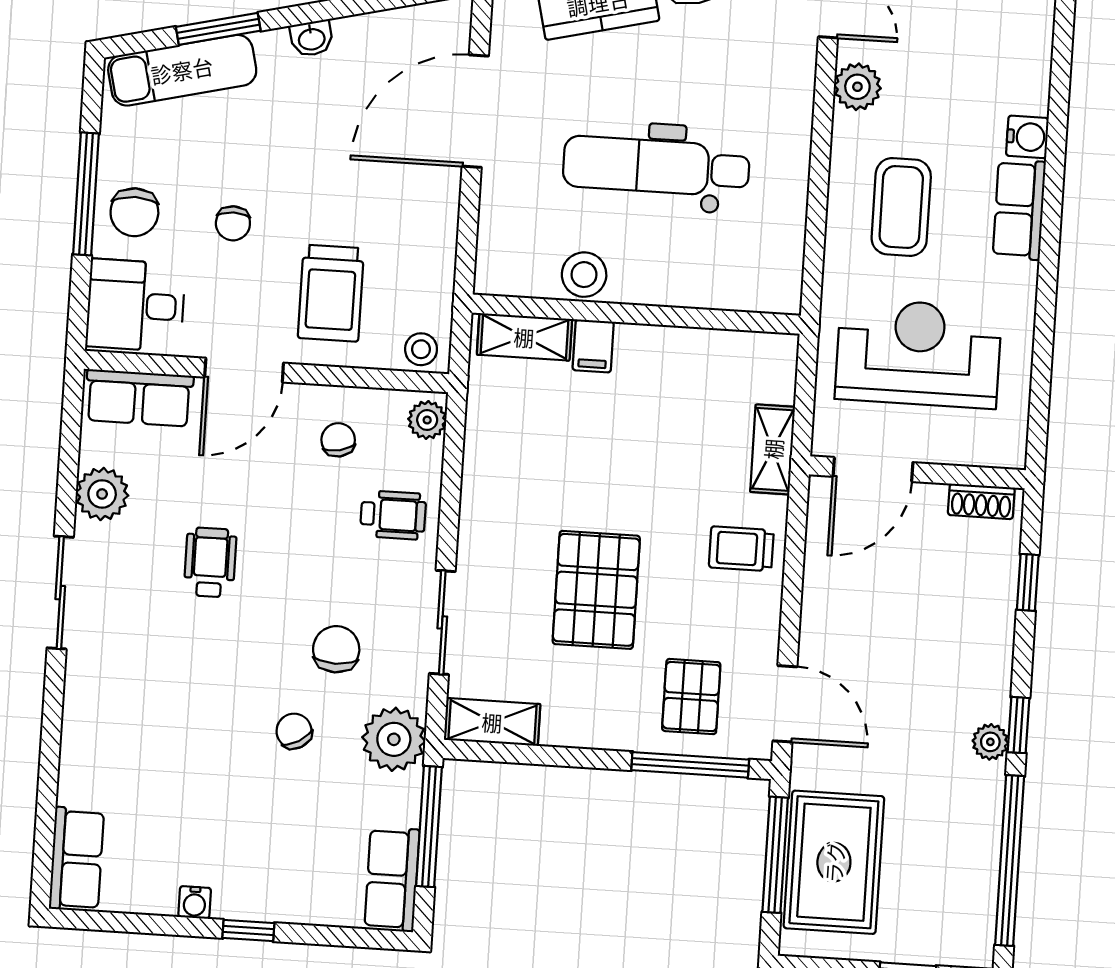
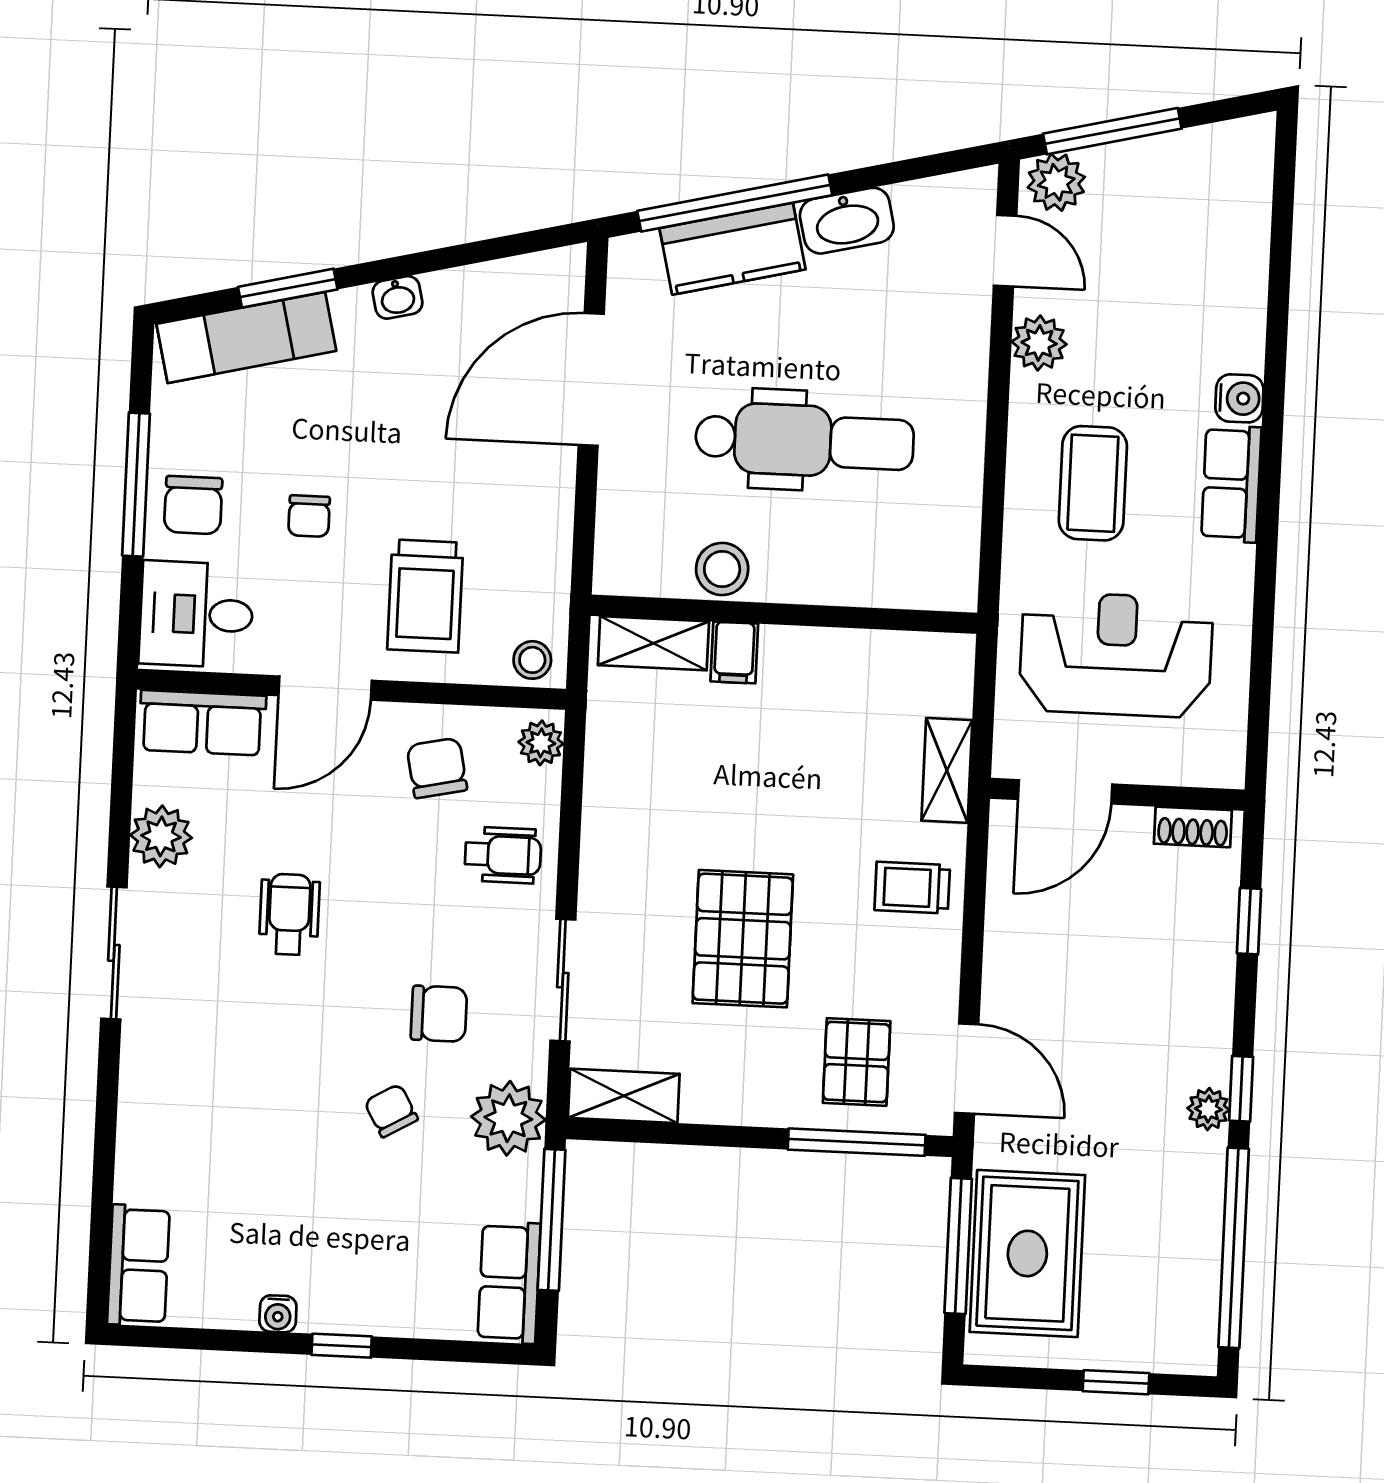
dental chair: (656, 166) -> (805, 441), turned 180
chair: (338, 440) -> (437, 768), width x1.37, depth x1.37
chair: (336, 649) -> (439, 1014), turned 90

